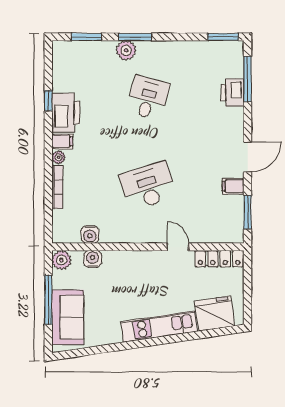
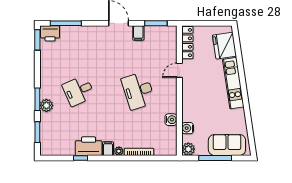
printer: (233, 92) -> (50, 33), moved
desk: (148, 98) -> (79, 91), turned -39
water cooler: (90, 234) -> (171, 120), moved

